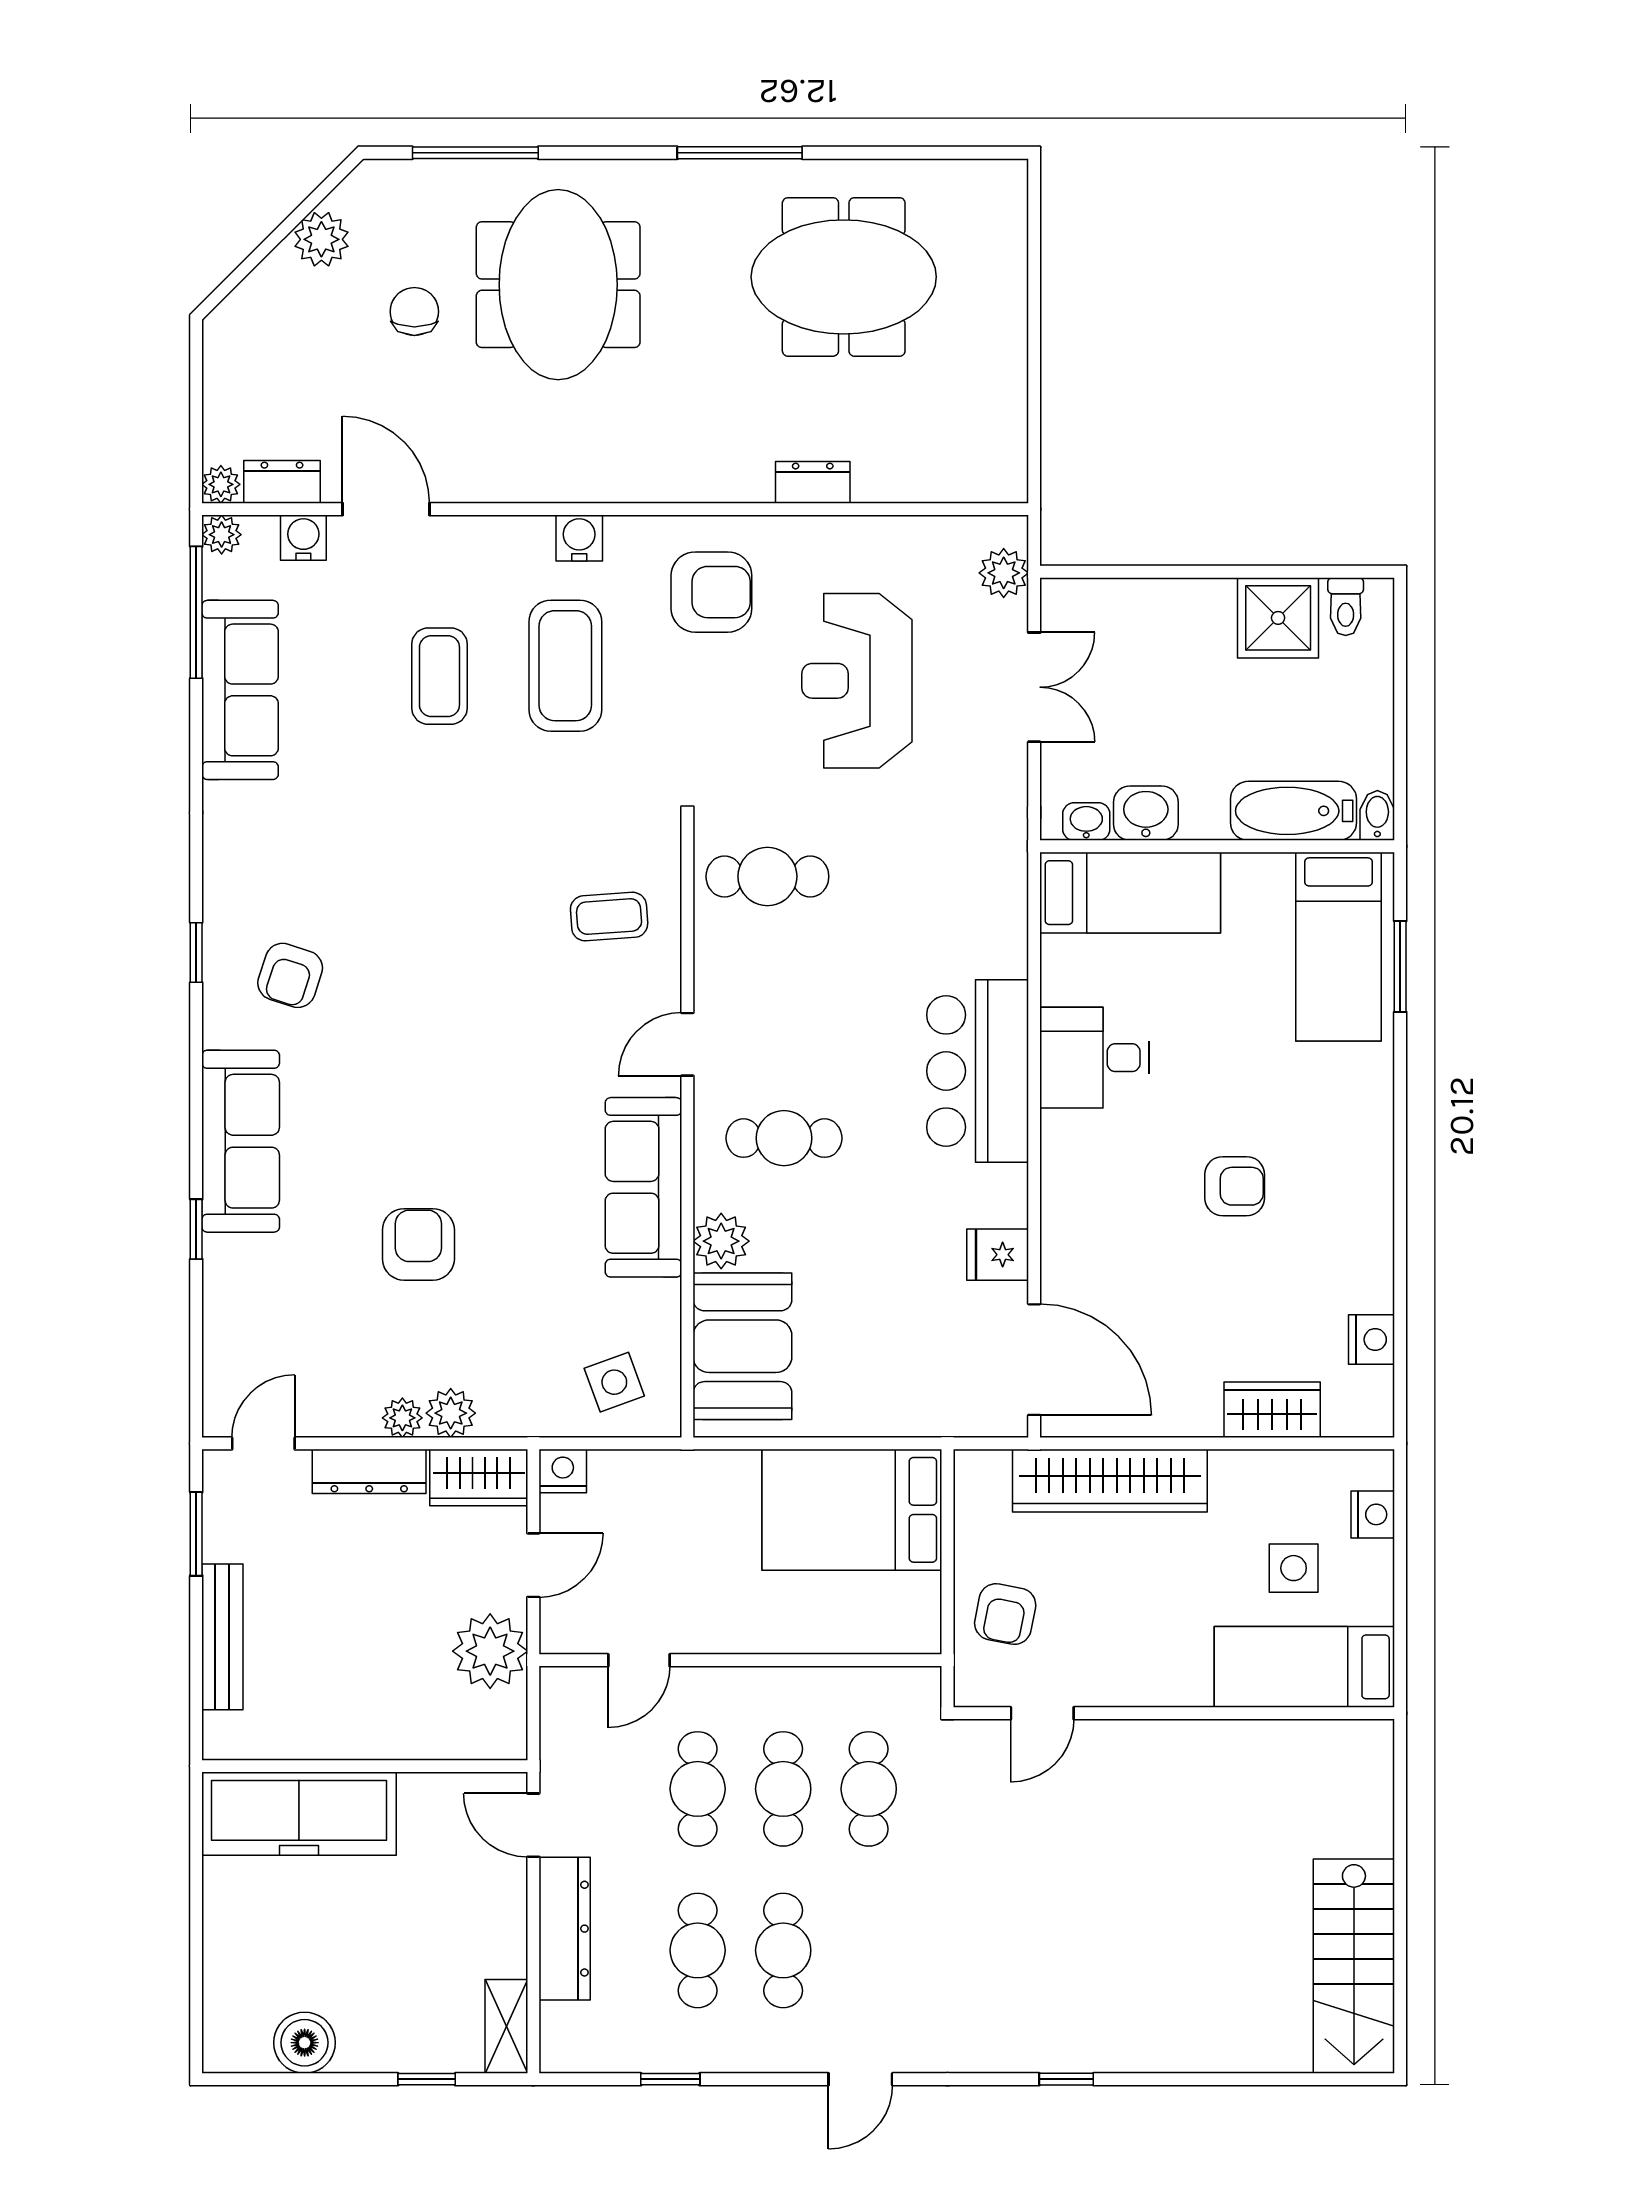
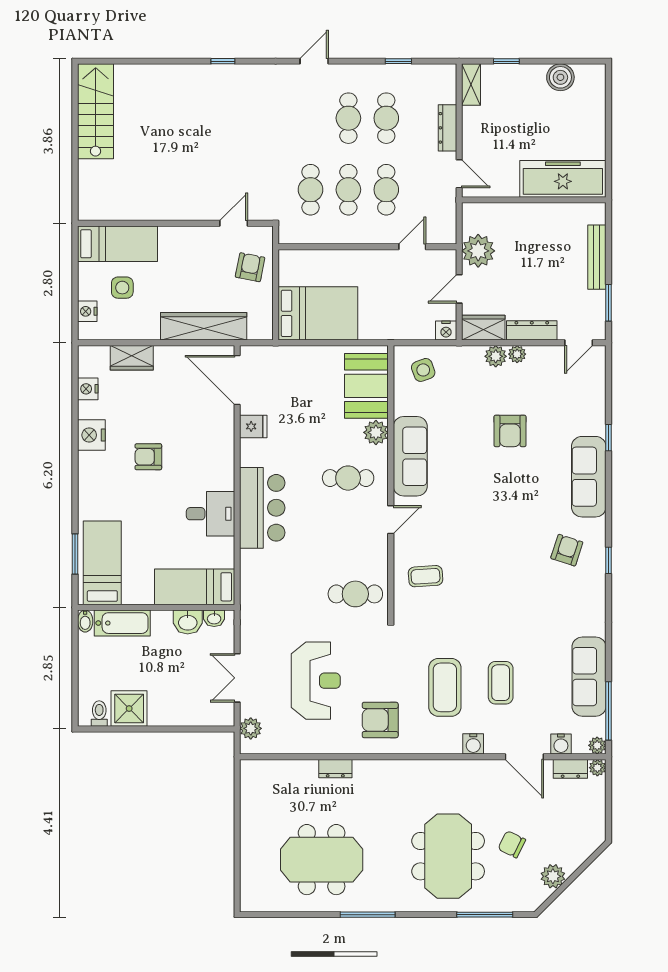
chair: (414, 312) -> (512, 844), turned 116
water cooler: (579, 538) -> (473, 744), moved
nightstand: (1363, 1235) -> (91, 435), added
dresser: (565, 1929) -> (447, 128), width x0.73, depth x0.80

